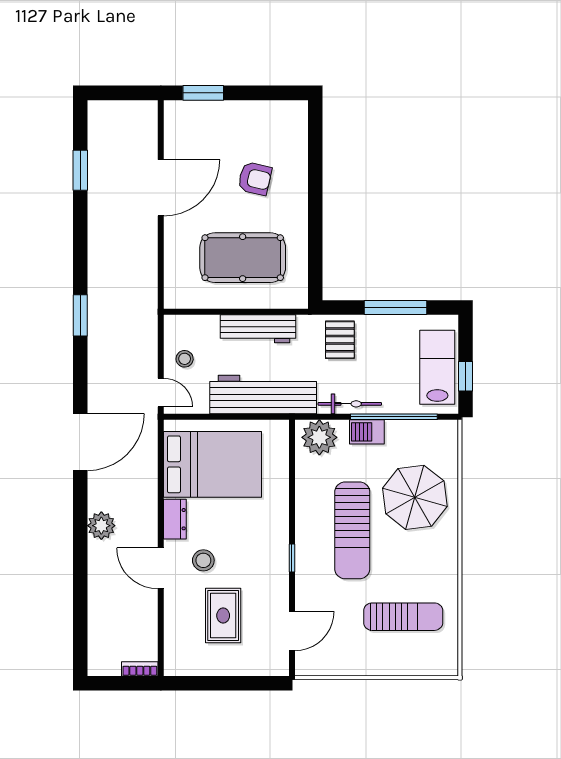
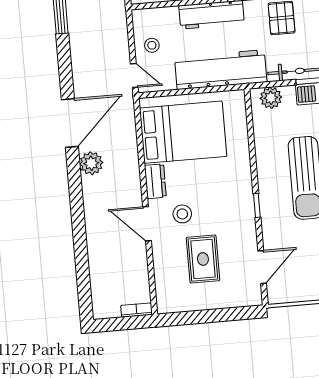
plant: (319, 437) -> (271, 98), width x0.73, depth x0.73
plant: (101, 526) -> (91, 163), moved

